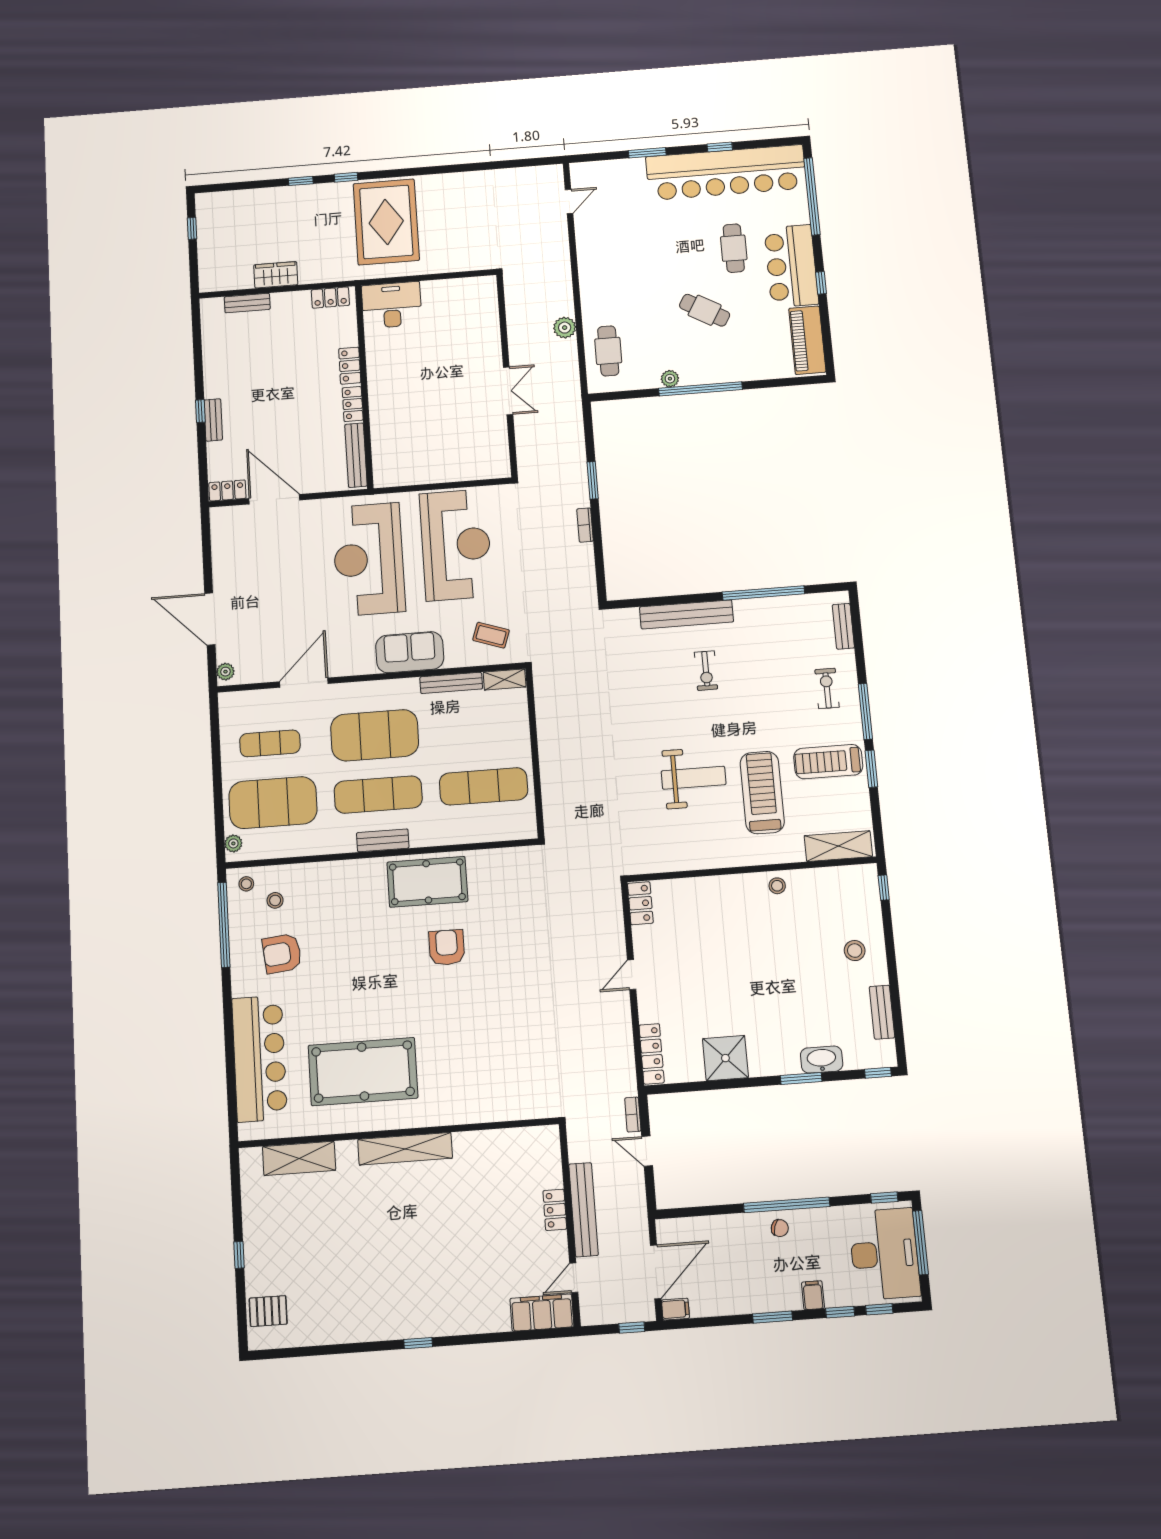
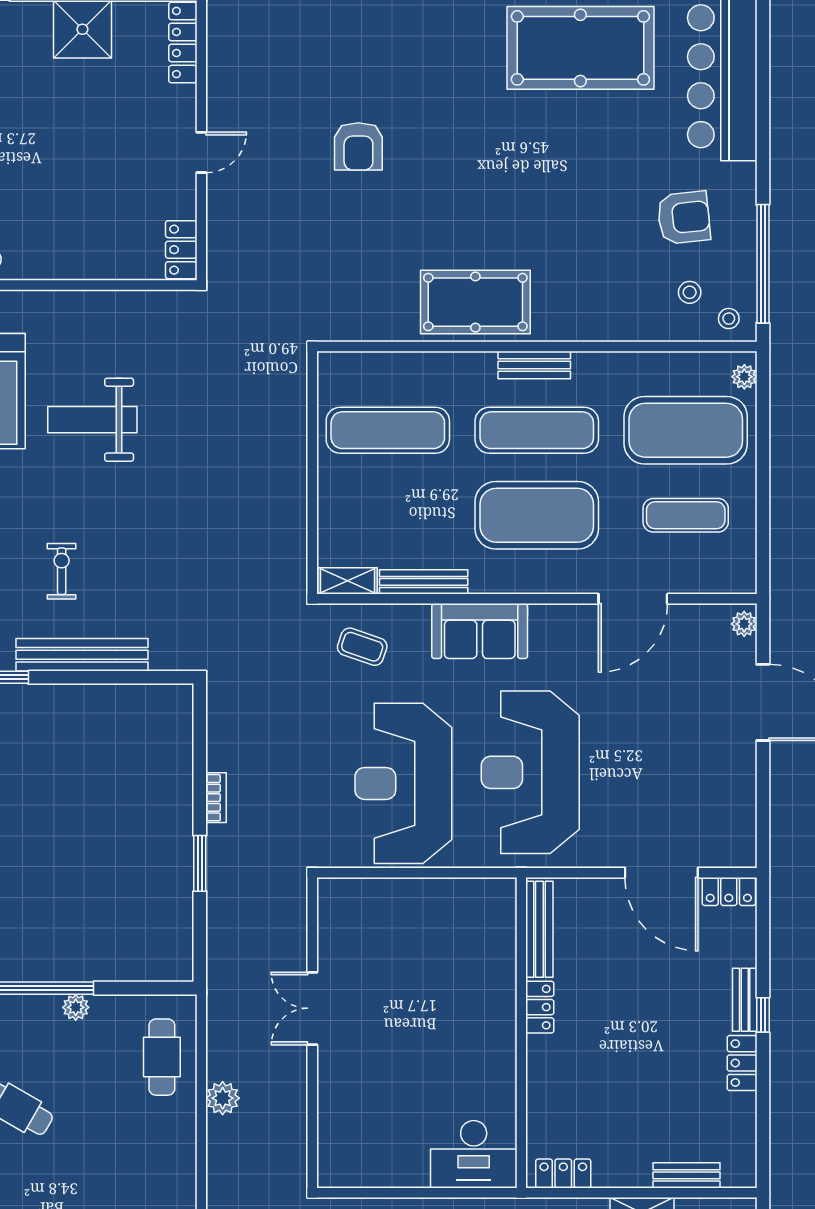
locker: (350, 366) -> (742, 1063), moved, turned 180
reception desk: (369, 559) -> (530, 772), turned 180
armchair: (447, 947) -> (358, 146), moved

